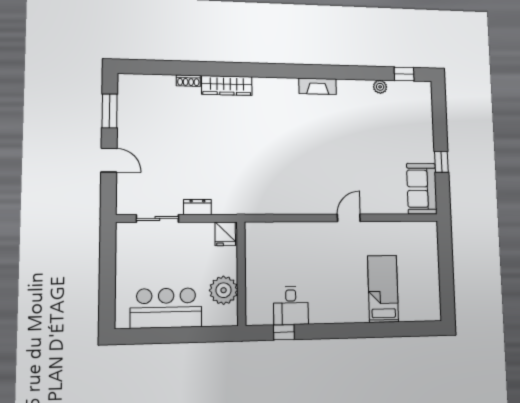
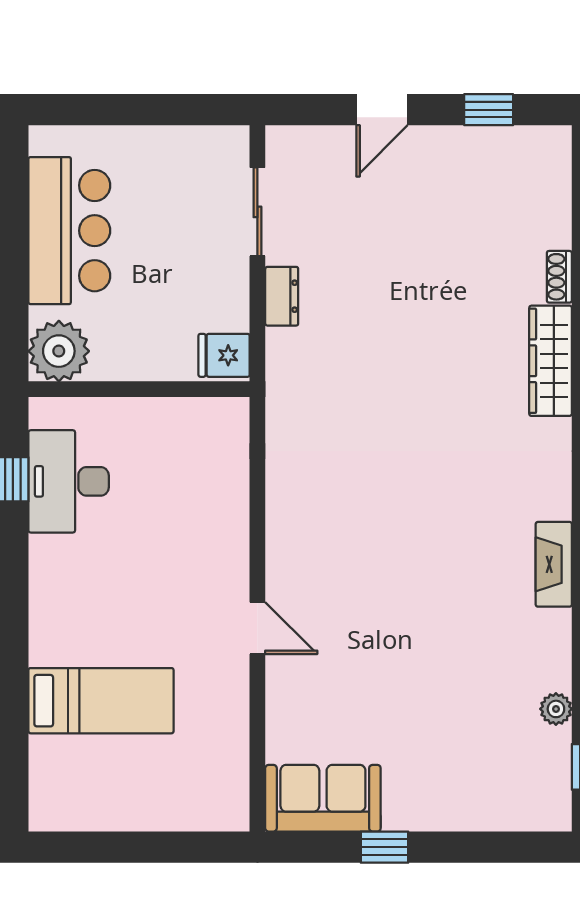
window: (110, 111) -> (489, 110), width x0.67
plant: (224, 290) -> (59, 351), moved
desk: (291, 306) -> (69, 481), width x1.37

